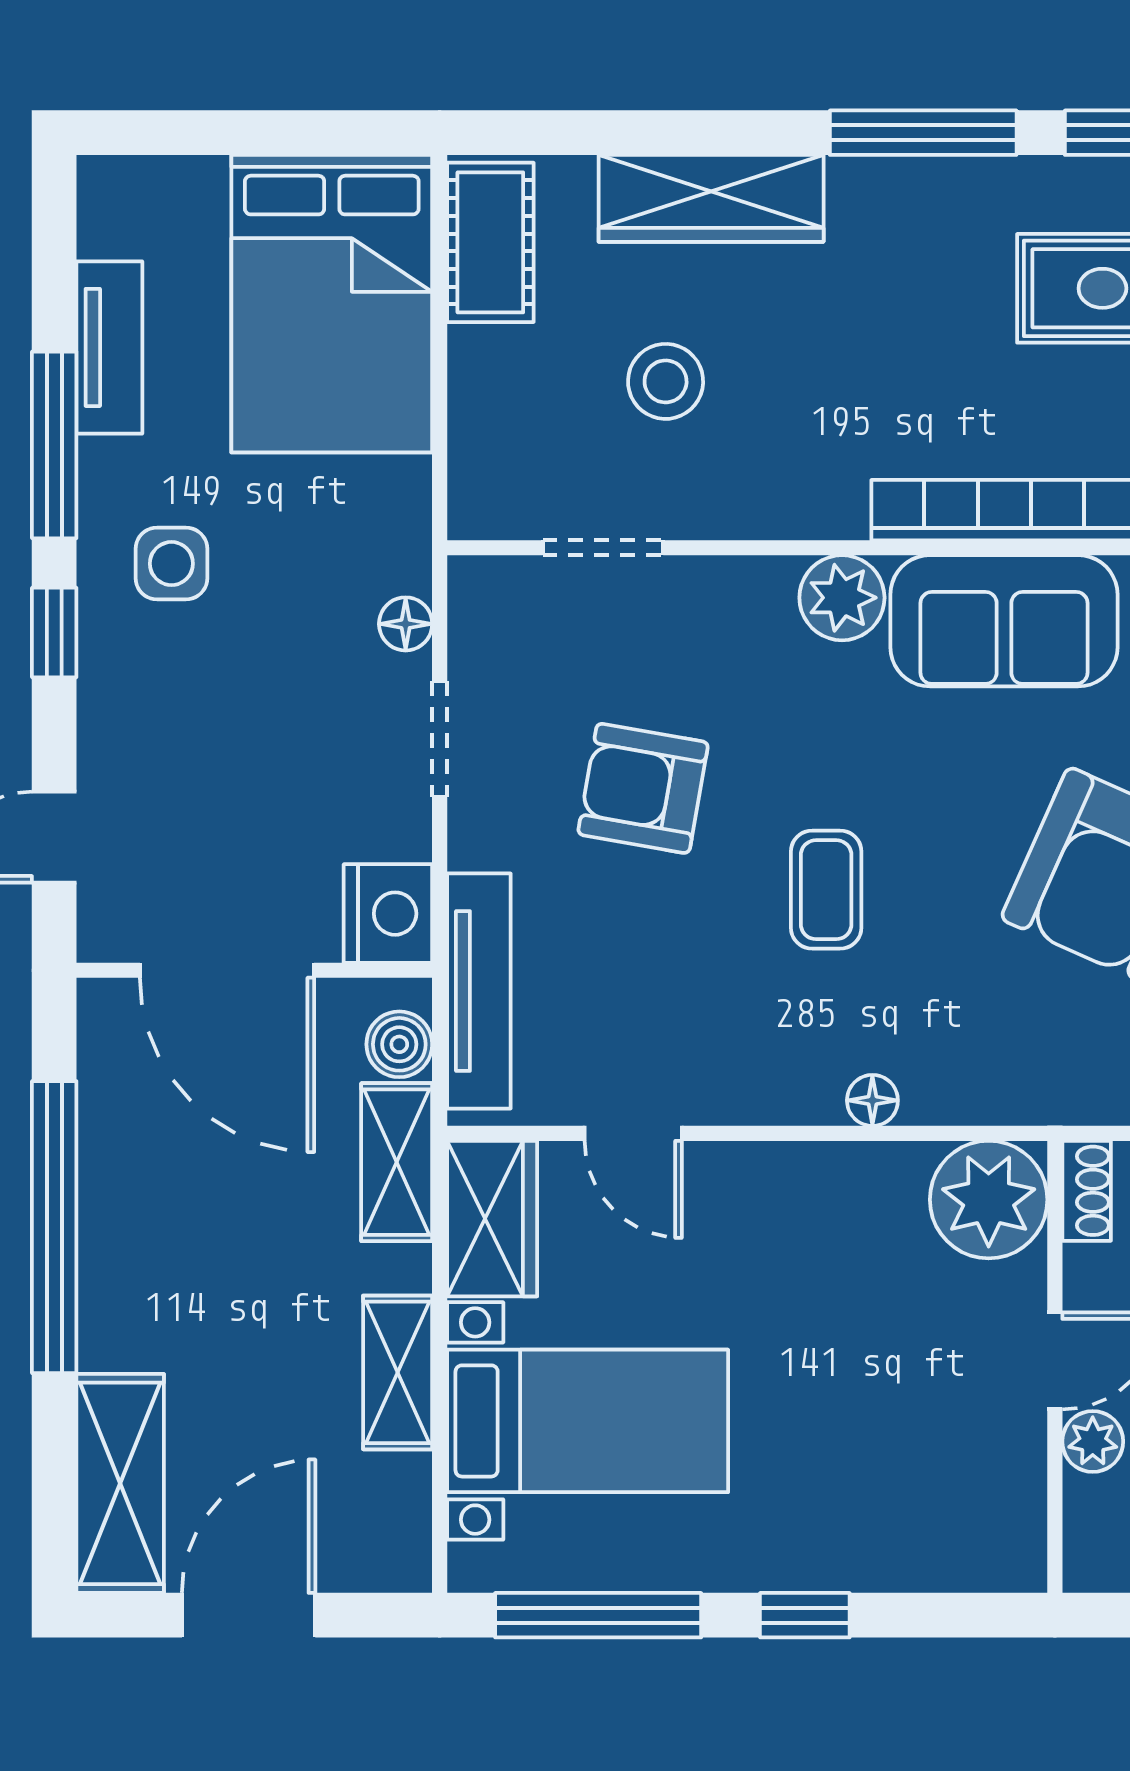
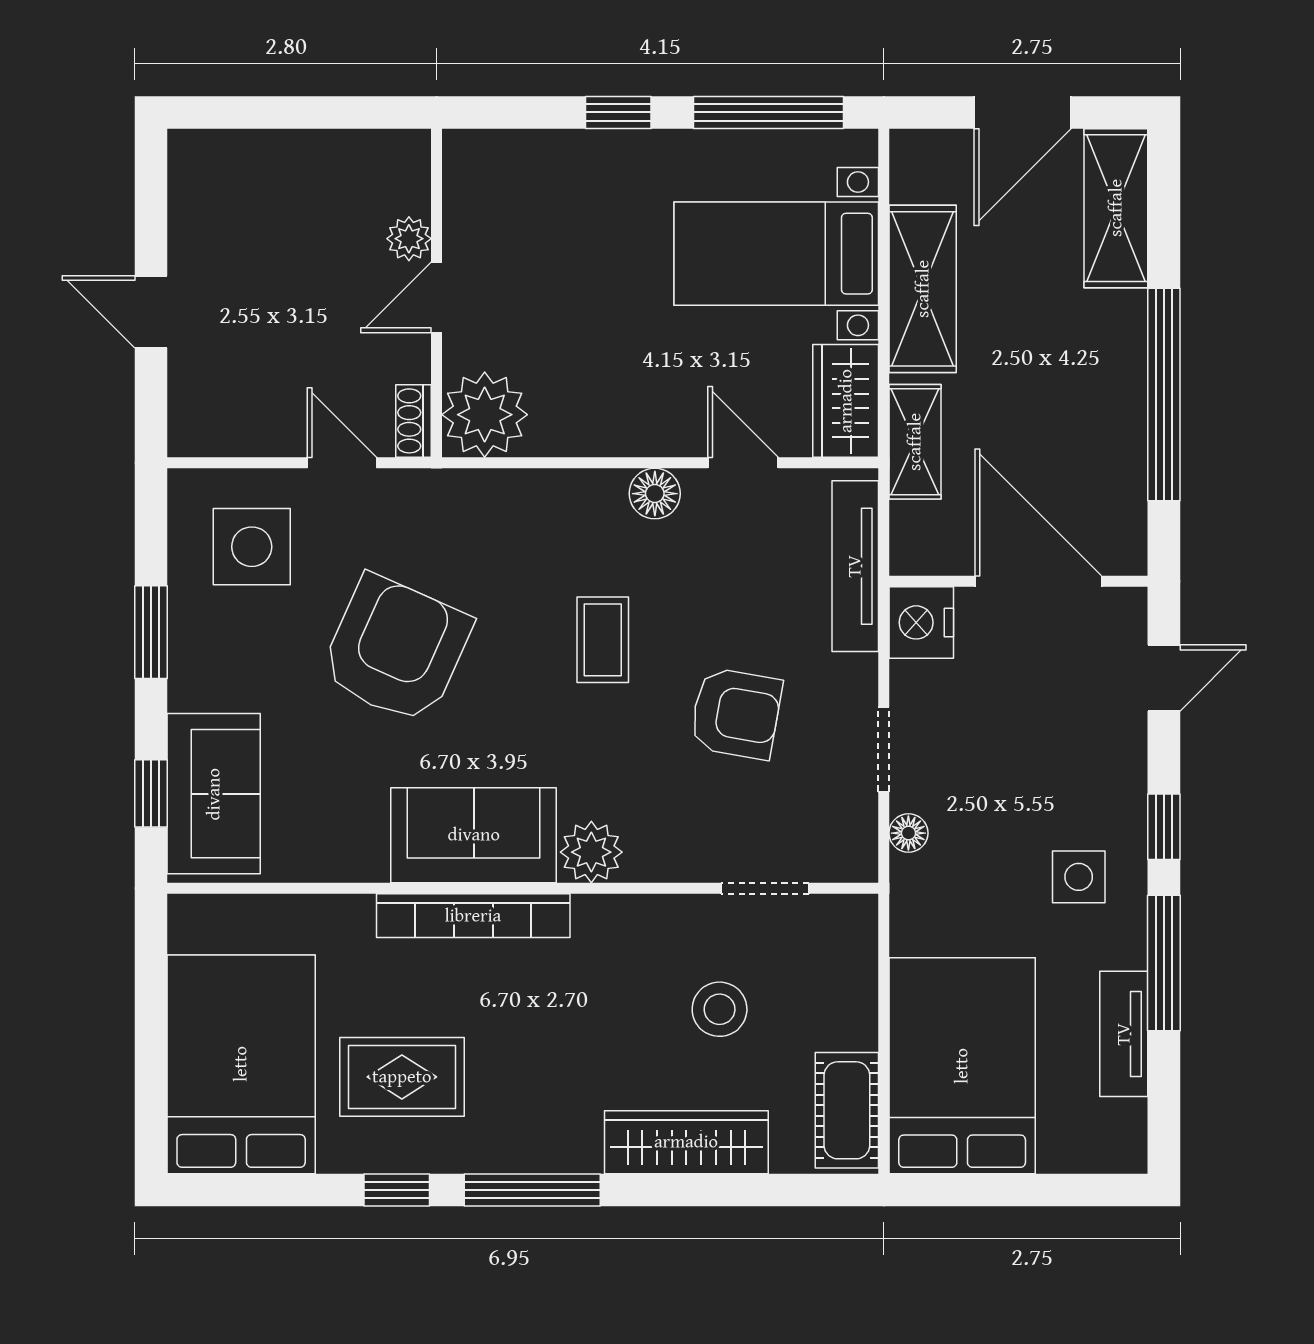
boiler: (399, 1044) -> (913, 527), removed
floor lamp: (872, 1100) -> (655, 494), moved, width x1.37, depth x1.37
shelving: (398, 1372) -> (923, 289), width x1.50, depth x1.33

